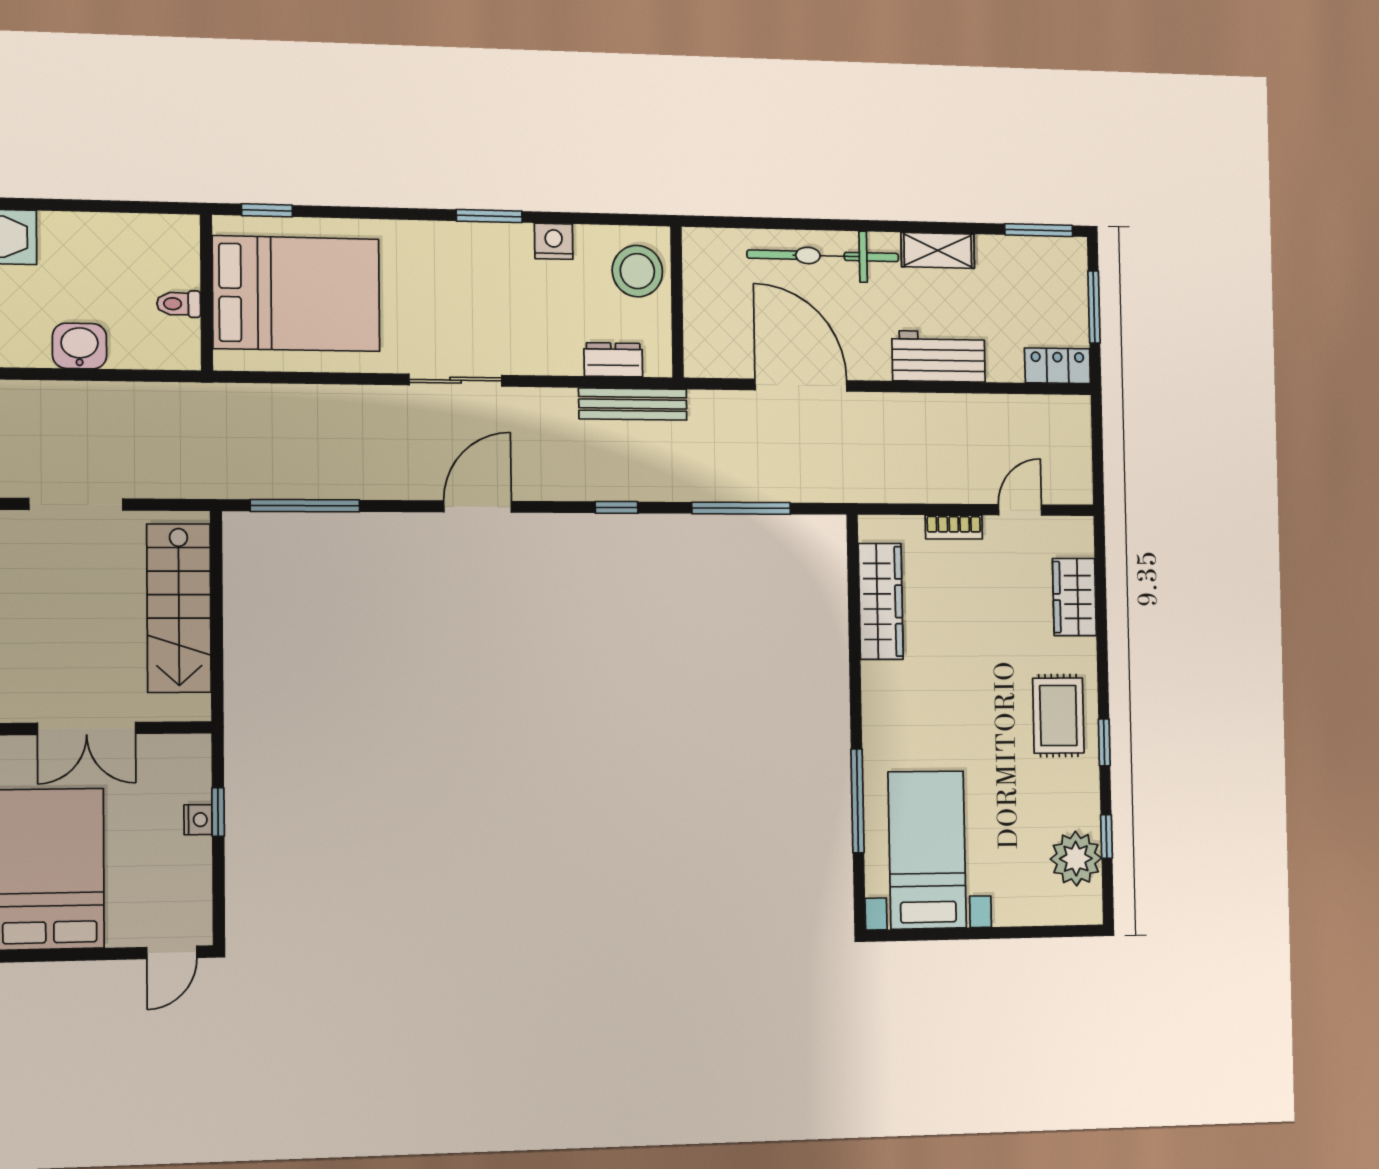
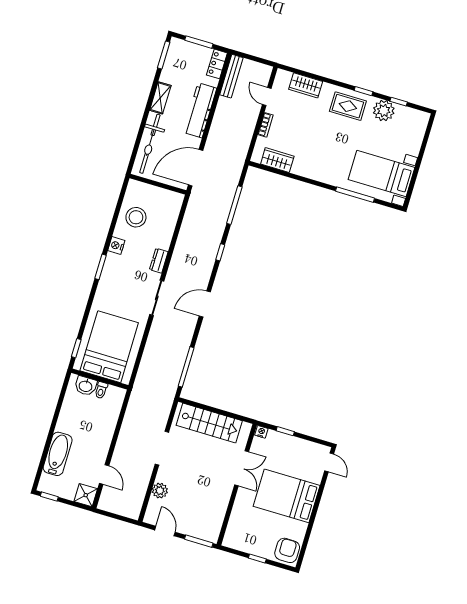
wall: (677, 302) -> (158, 184), moved
washbasin: (80, 346) -> (86, 386), moved, turned -90
workbench: (939, 356) -> (200, 110), width x1.38
dresser: (613, 360) -> (159, 261), moved
bench: (633, 404) -> (231, 76), moved
door: (478, 507) -> (205, 304), hinge flipped
wardrobe: (881, 601) -> (277, 160), width x0.67
nightstand: (198, 820) -> (261, 432), moved
plant: (1076, 859) -> (384, 111), moved

